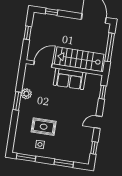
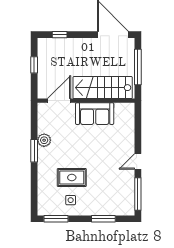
window: (103, 92) -> (138, 124), removed
window: (94, 148) -> (138, 194), width x2.17

